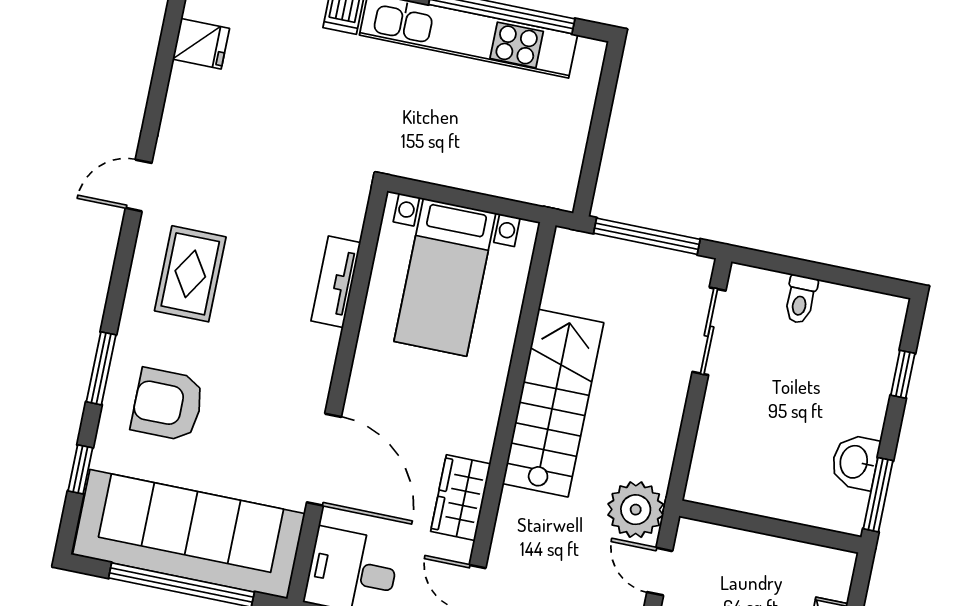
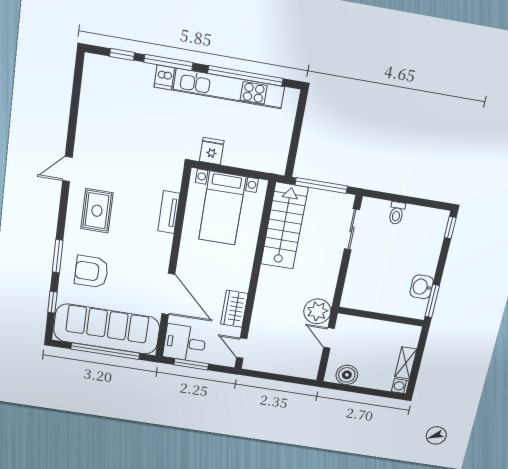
fridge: (201, 44) -> (212, 151), moved, turned -90
window: (903, 374) -> (450, 228), moved
stairs: (553, 403) -> (284, 226), moved

